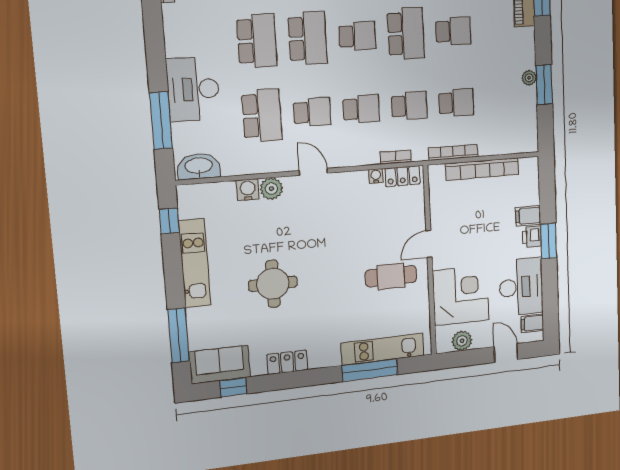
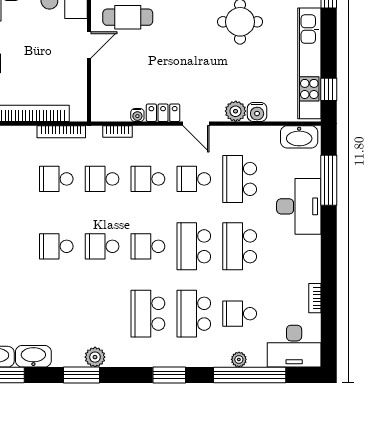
school desk: (406, 33) -> (102, 246), width x0.54
locker: (402, 176) -> (163, 113), moved
kitchen unit: (195, 263) -> (309, 63), width x1.36

